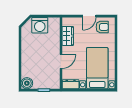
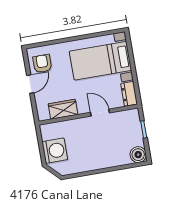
door: (89, 16) -> (30, 84), hinge flipped

